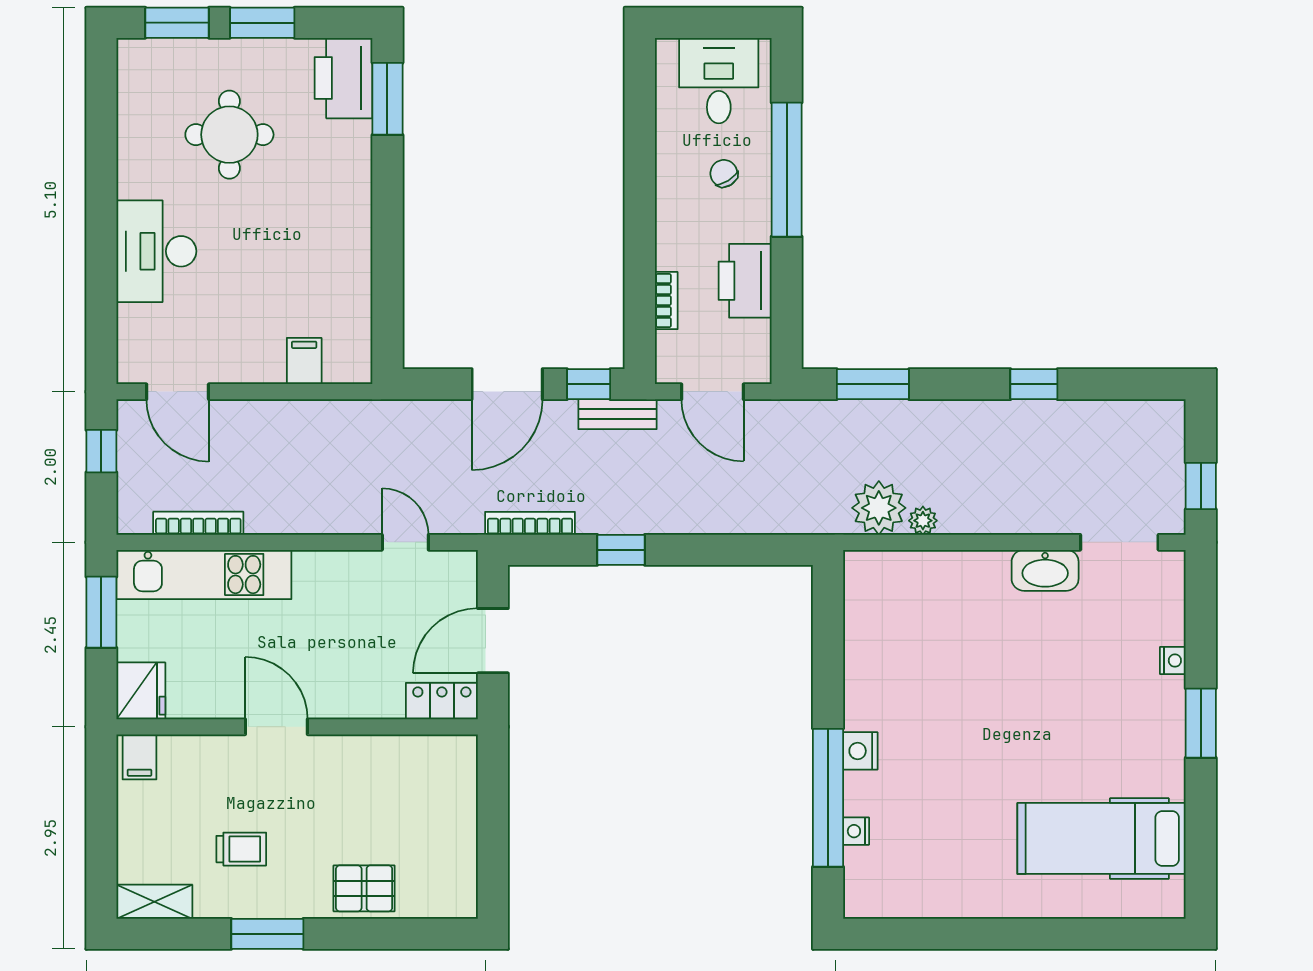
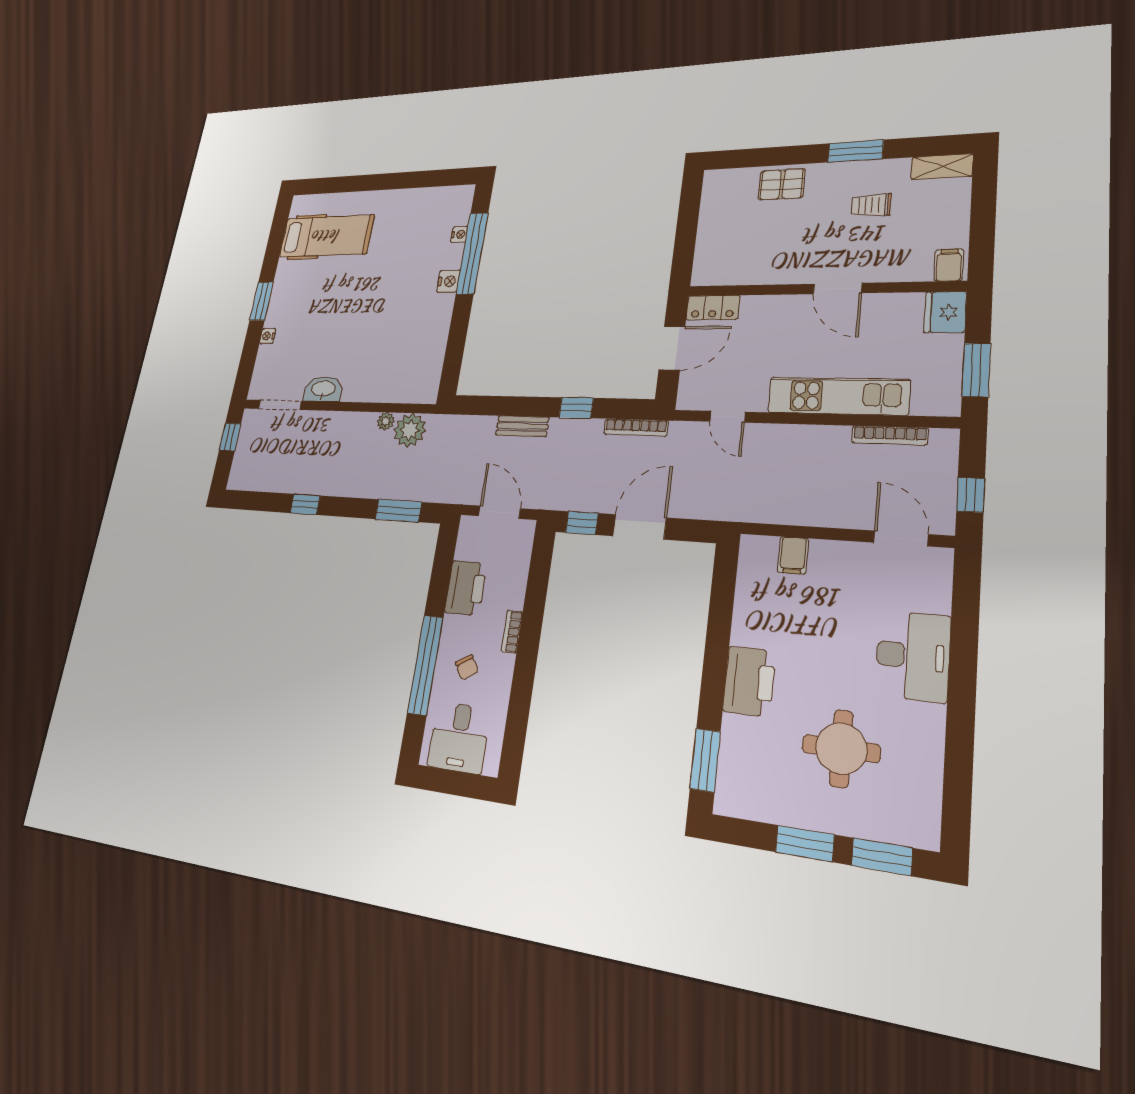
printer: (344, 78) -> (749, 681), moved
bookcase: (666, 301) -> (512, 632), moved
bench: (618, 414) -> (522, 426), moved
kitchen unit: (204, 575) -> (838, 396), moved

